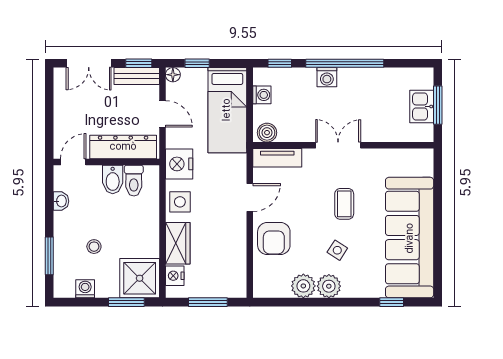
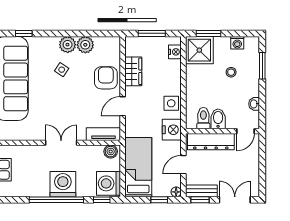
washing machine: (327, 77) -> (63, 184), width x1.89, depth x1.89
washing machine: (262, 95) -> (109, 183), width x1.89, depth x1.89
door: (162, 114) -> (183, 165), hinge flipped
double door: (338, 145) -> (61, 143), swing flipped
coffee table: (344, 204) -> (57, 102), removed
wardrobe: (178, 243) -> (133, 71), moved, turned 180

